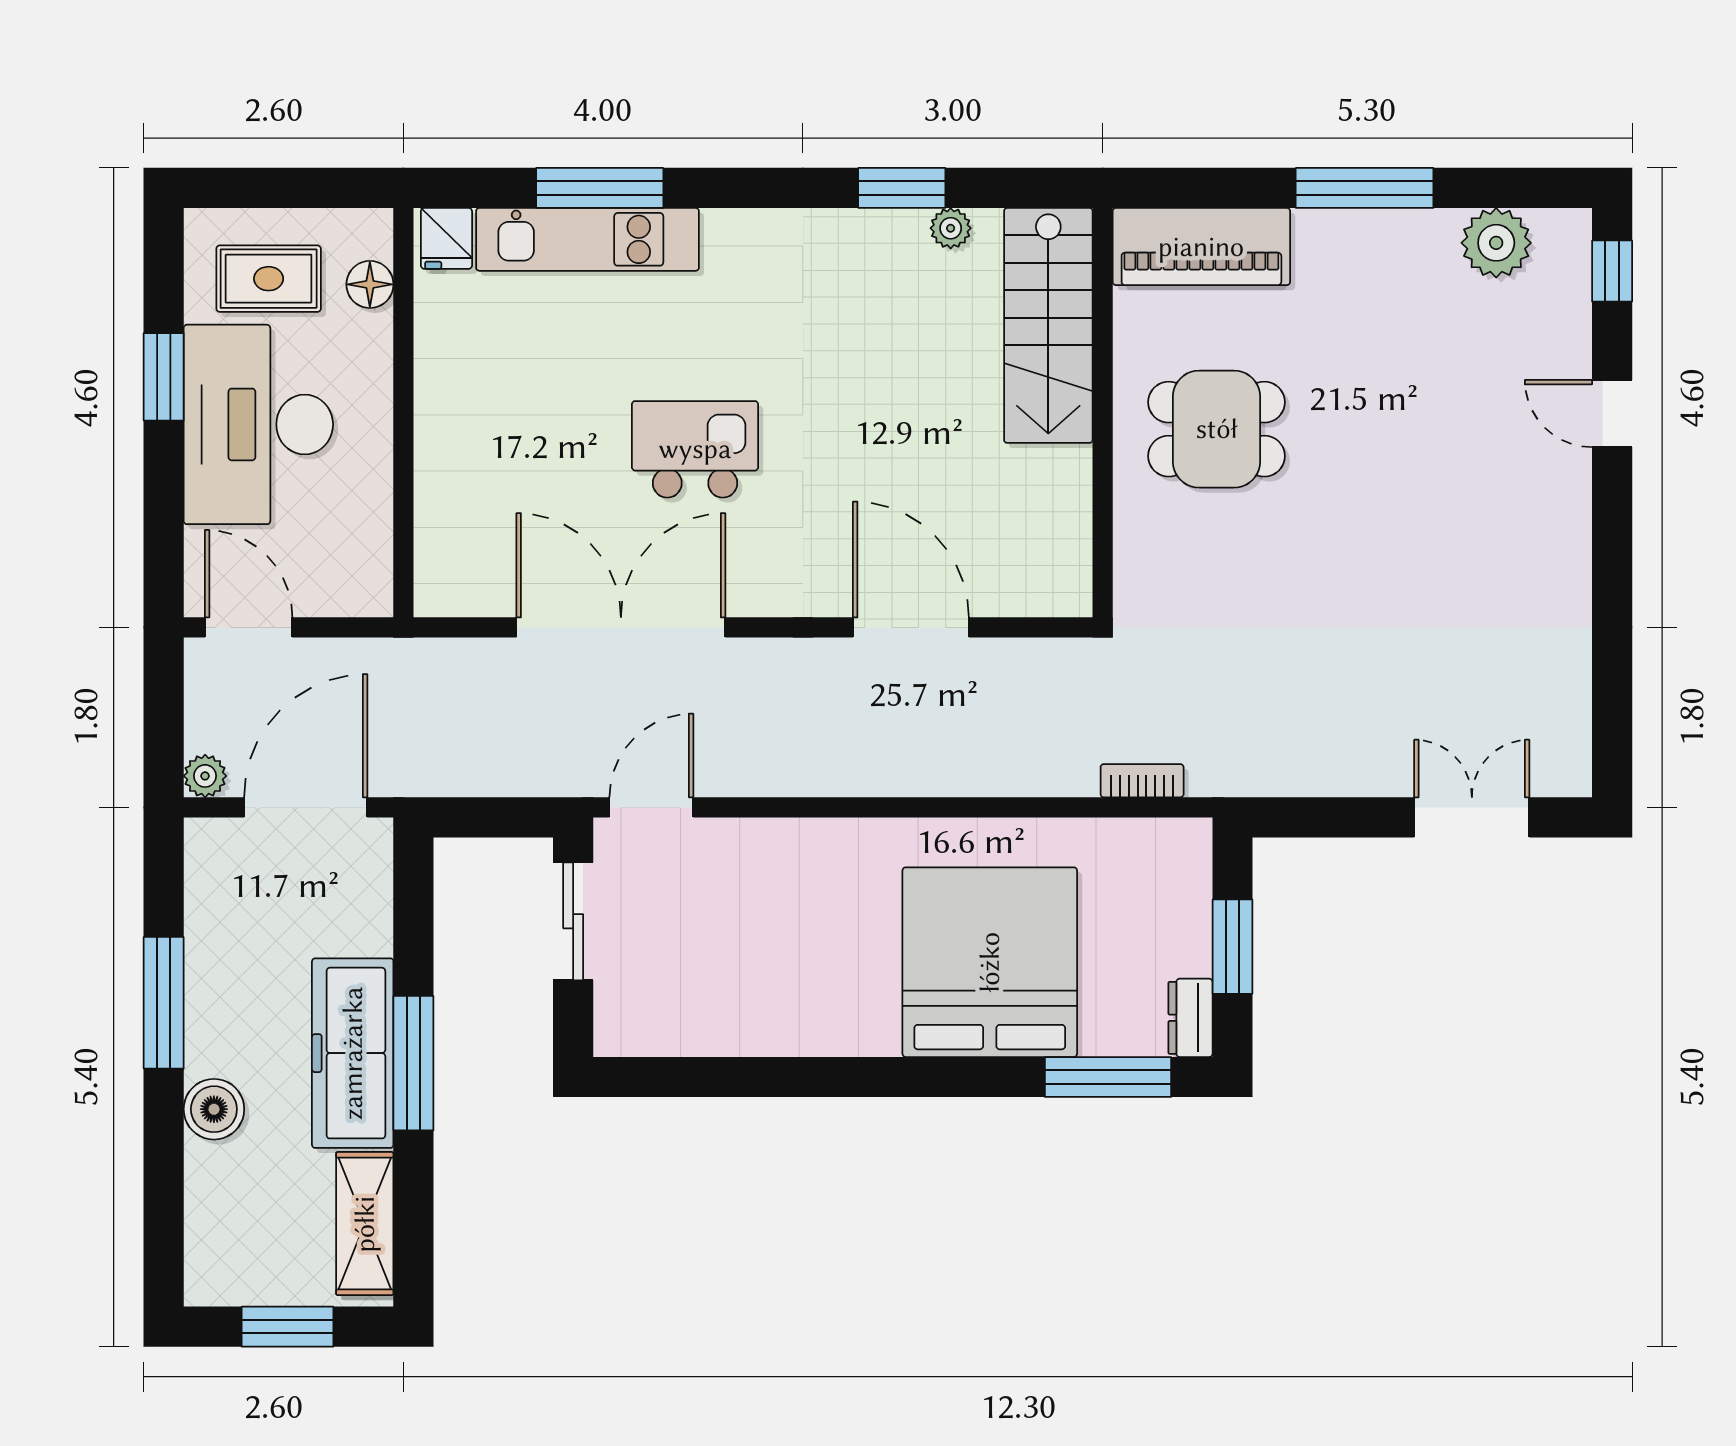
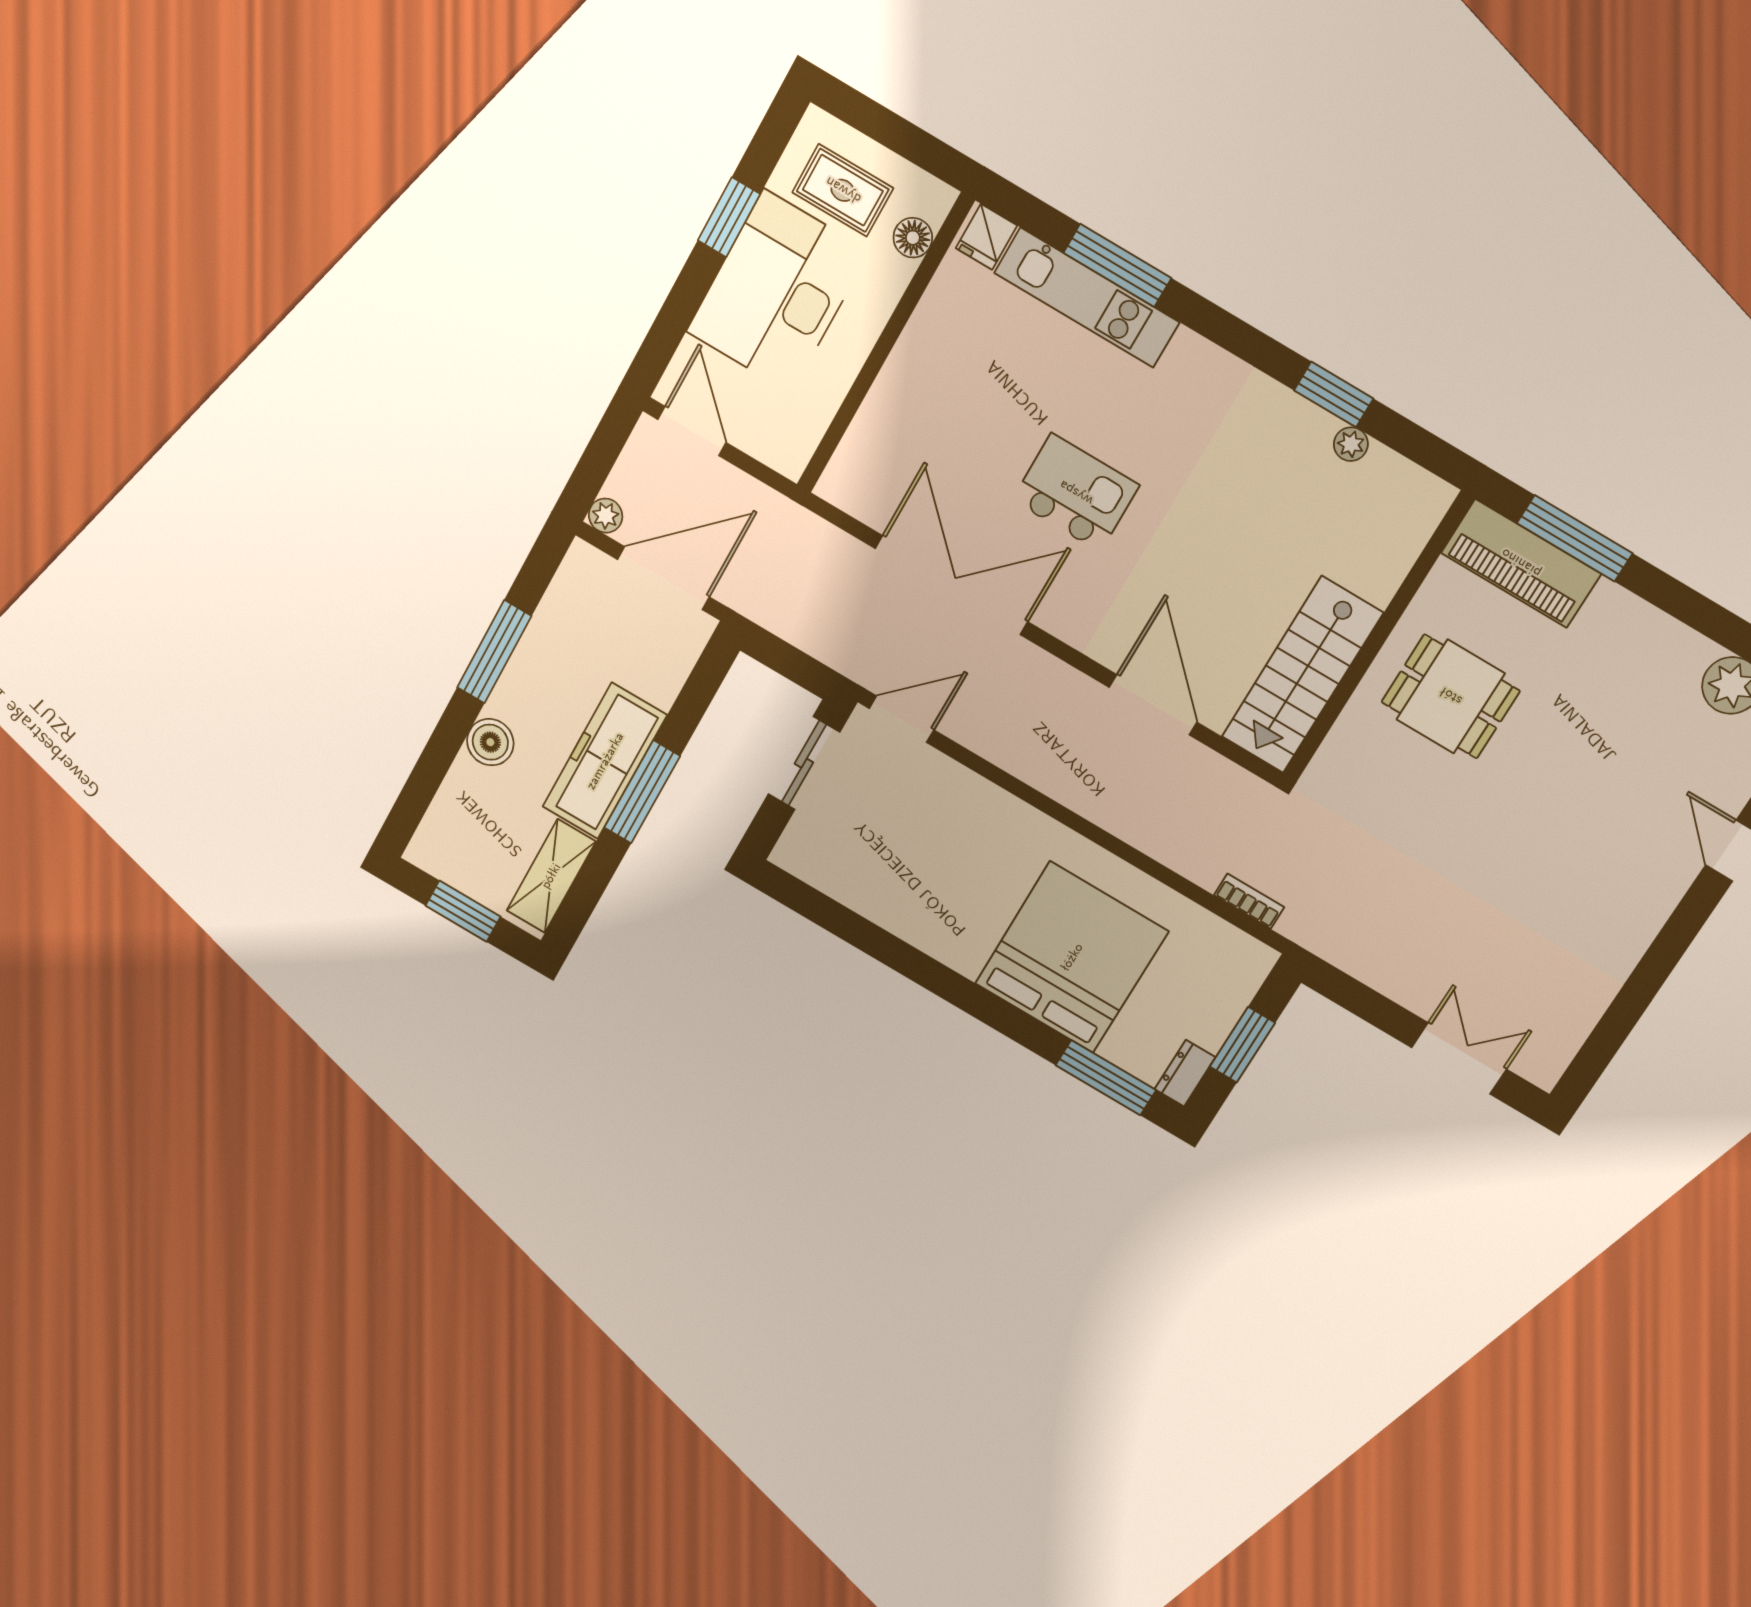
window: (1365, 188) -> (1575, 538), moved
stairs: (1048, 325) -> (1302, 675), moved

